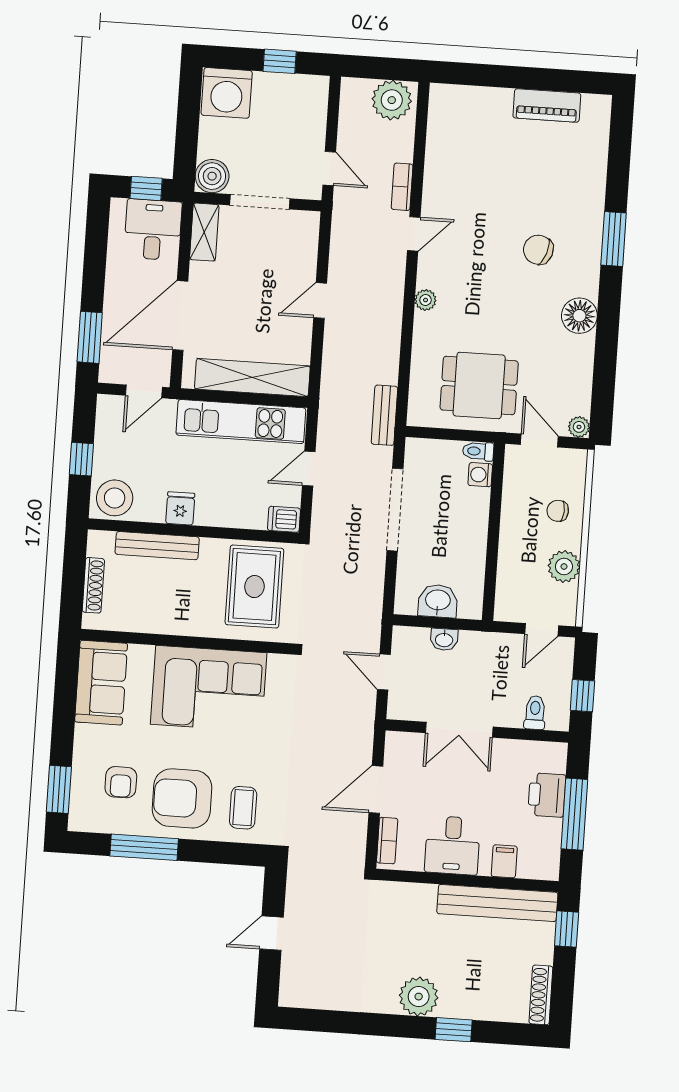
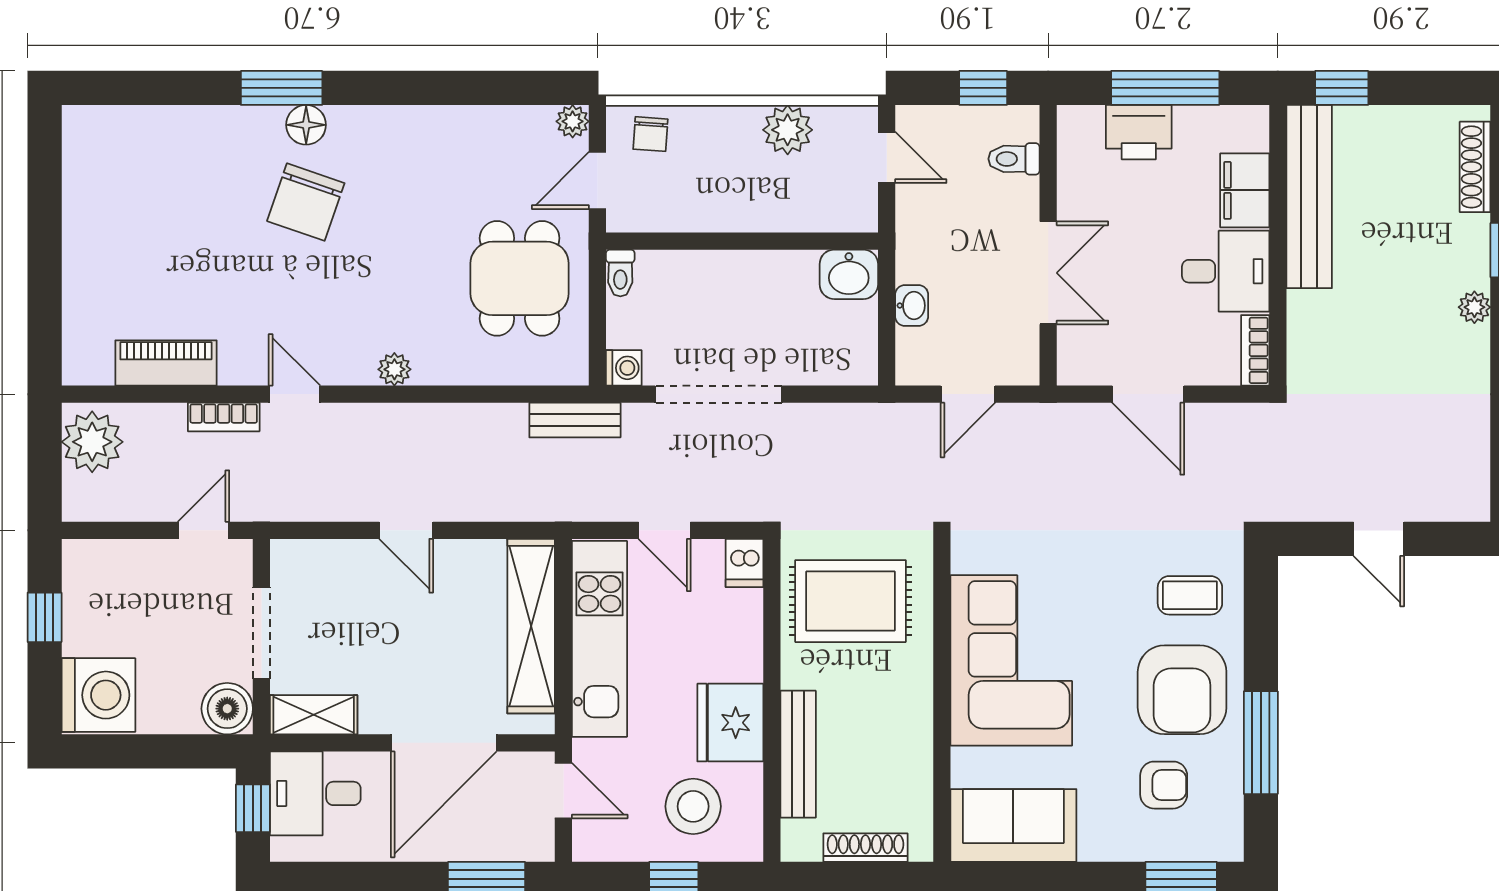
piano: (547, 105) -> (166, 363), moved, turned -90
chair: (538, 250) -> (306, 202), width x1.37, depth x1.37
door: (180, 316) -> (444, 743), hinge flipped
floor lamp: (579, 316) -> (306, 125), moved, width x0.73, depth x0.73
washing machine: (480, 475) -> (624, 368), moved, turned -90
stool: (115, 498) -> (693, 806), moved
fridge: (180, 508) -> (730, 723), width x1.88, depth x1.34
chair: (558, 511) -> (650, 134), moved
washbasin: (438, 601) -> (849, 274), moved, turned -90
bookcase: (387, 841) -> (1255, 350), moved, turned -90
filing cabinet: (504, 861) -> (1245, 190), width x2.00
shoe rack: (541, 995) -> (1475, 167), moved, turned 90
plant: (419, 997) -> (1474, 307), width x0.53, depth x0.53

